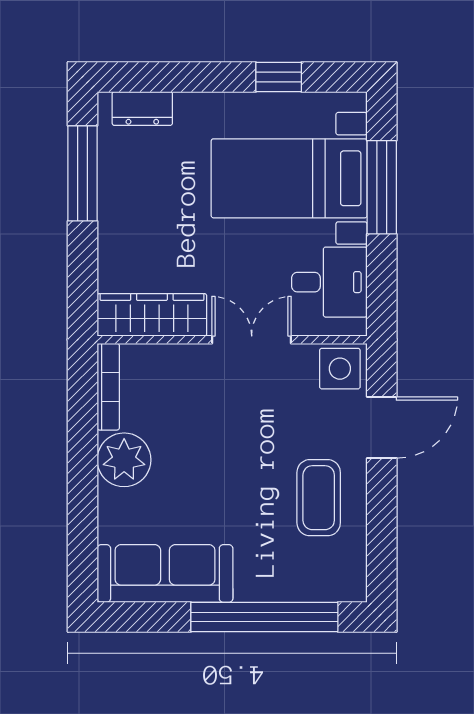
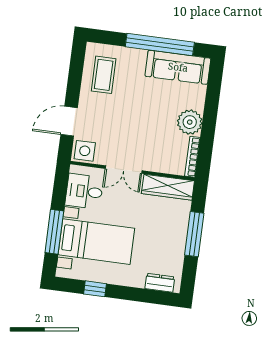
window: (83, 173) -> (194, 234), moved
coffee table: (319, 498) -> (104, 75), moved
window: (264, 617) -> (160, 44), moved

